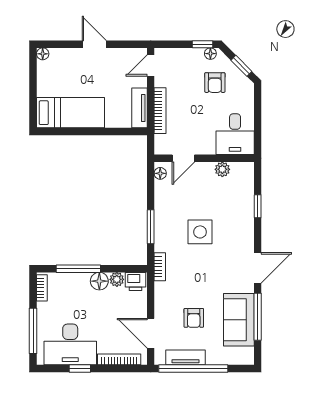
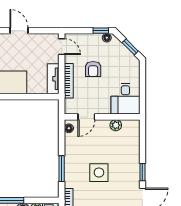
door: (151, 65) -> (62, 47), swing flipped
armchair: (215, 83) -> (93, 69), moved
window: (258, 206) -> (142, 172), moved

